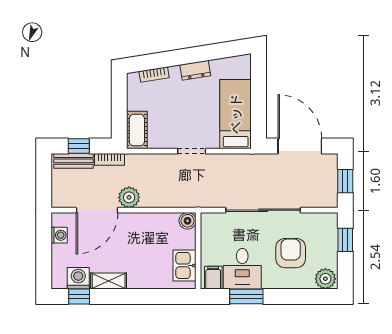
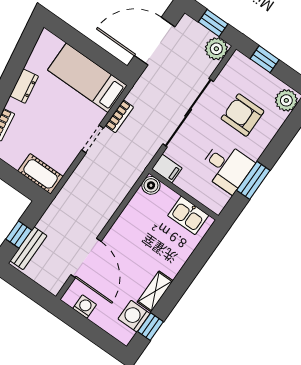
bookcase: (110, 159) -> (119, 116), moved
plant: (129, 197) -> (216, 49), moved
filing cabinet: (213, 278) -> (167, 168), moved, turned 180

